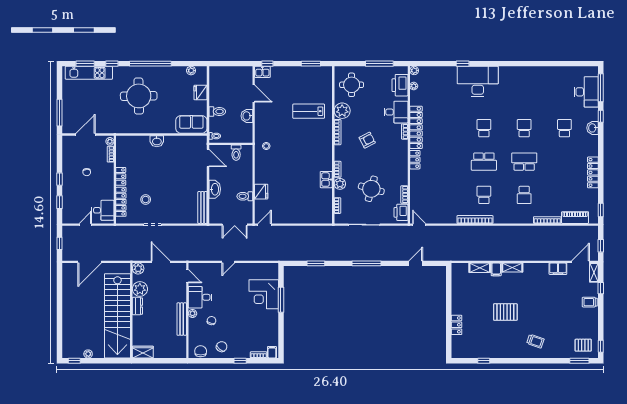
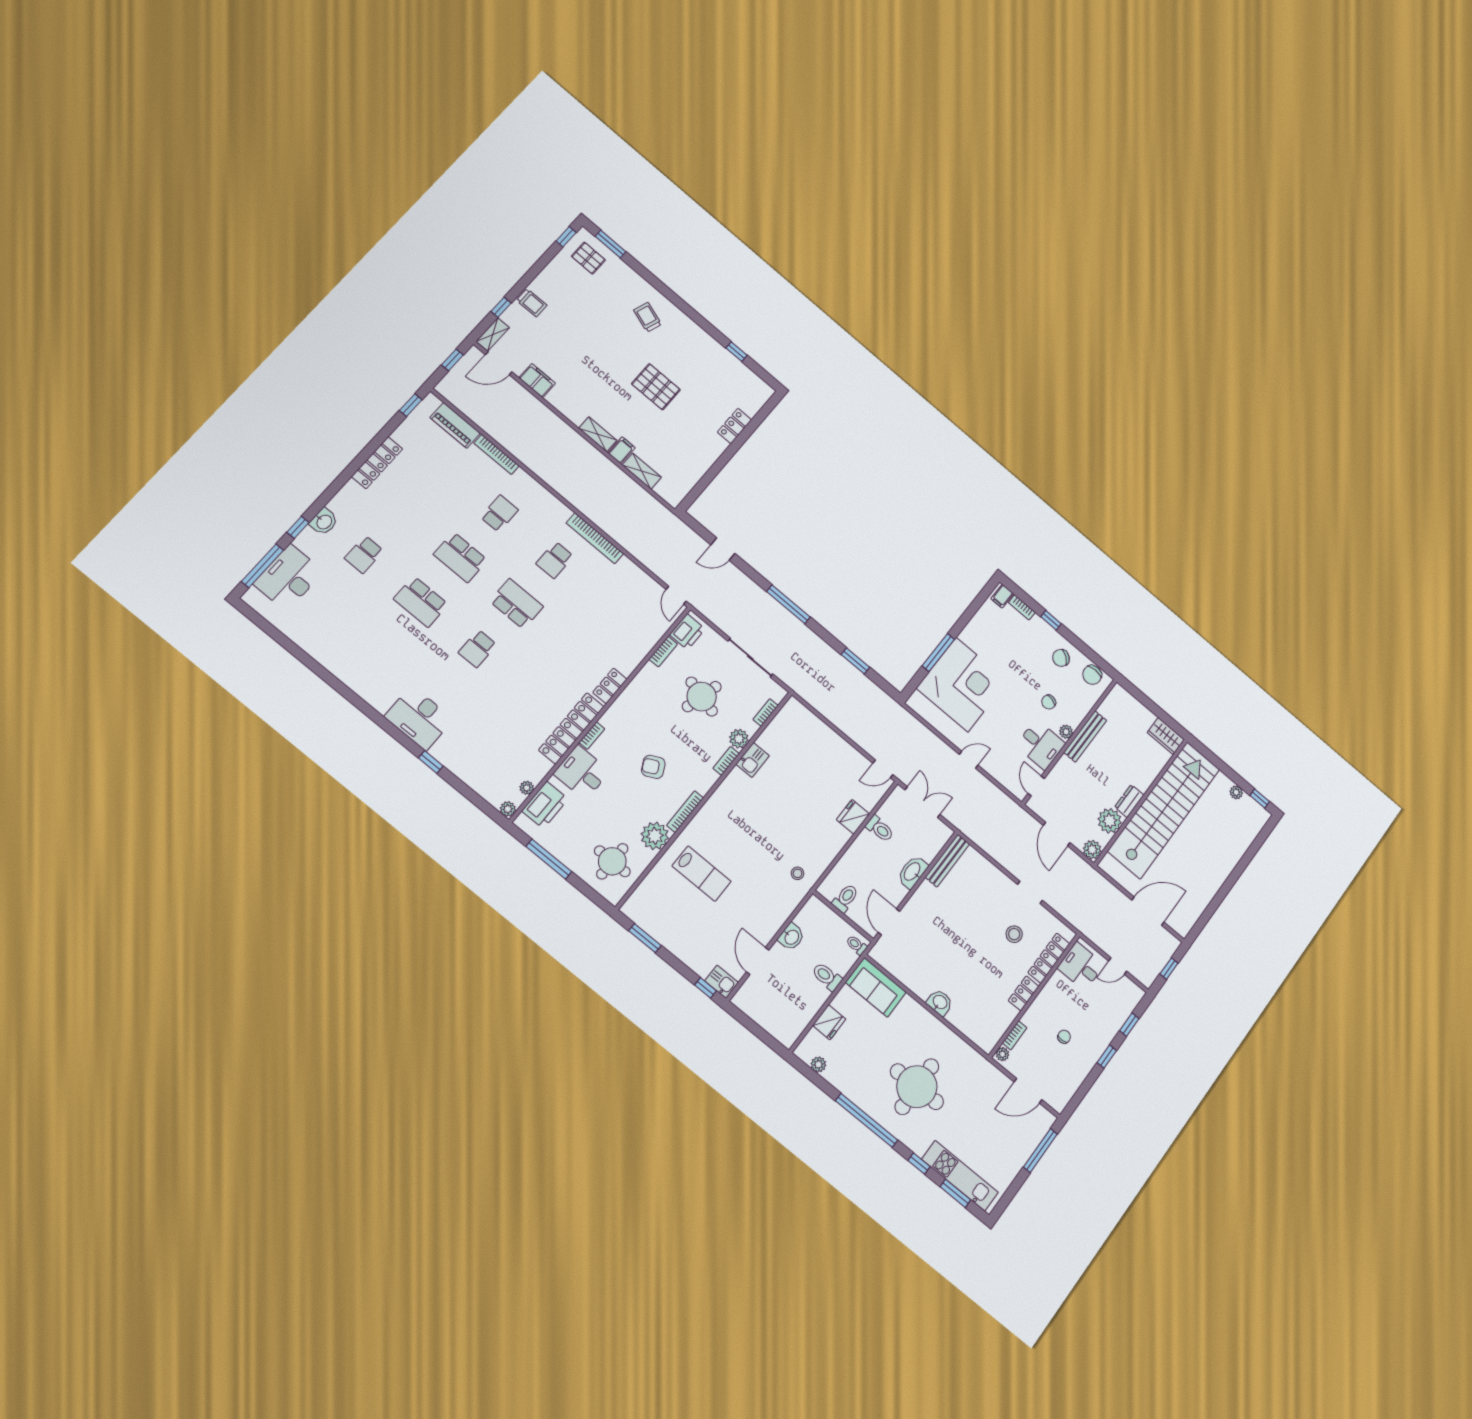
desk: (478, 81) -> (419, 718), width x0.73, depth x0.77
school desk: (524, 128) -> (421, 602), width x1.85
corner desk: (264, 294) -> (962, 685), width x1.36, depth x1.36

